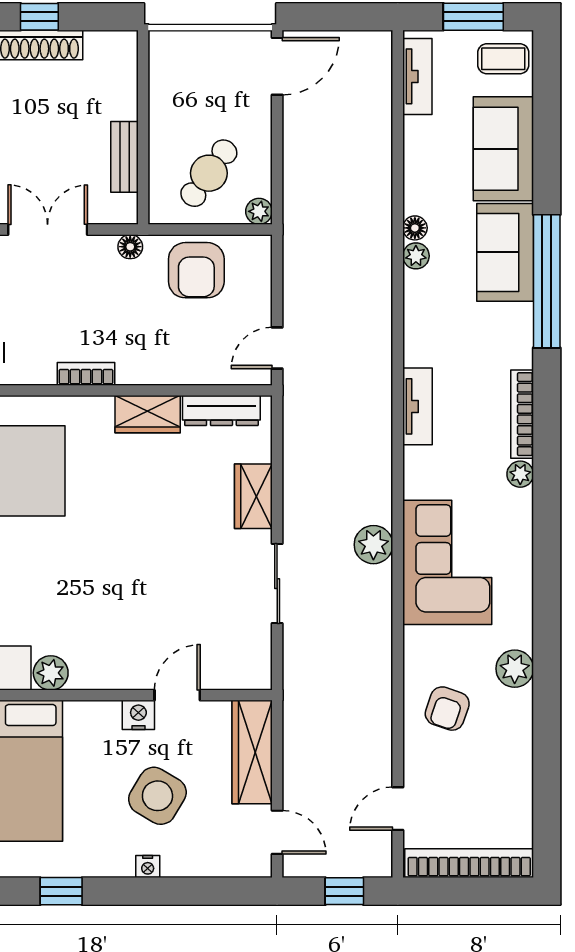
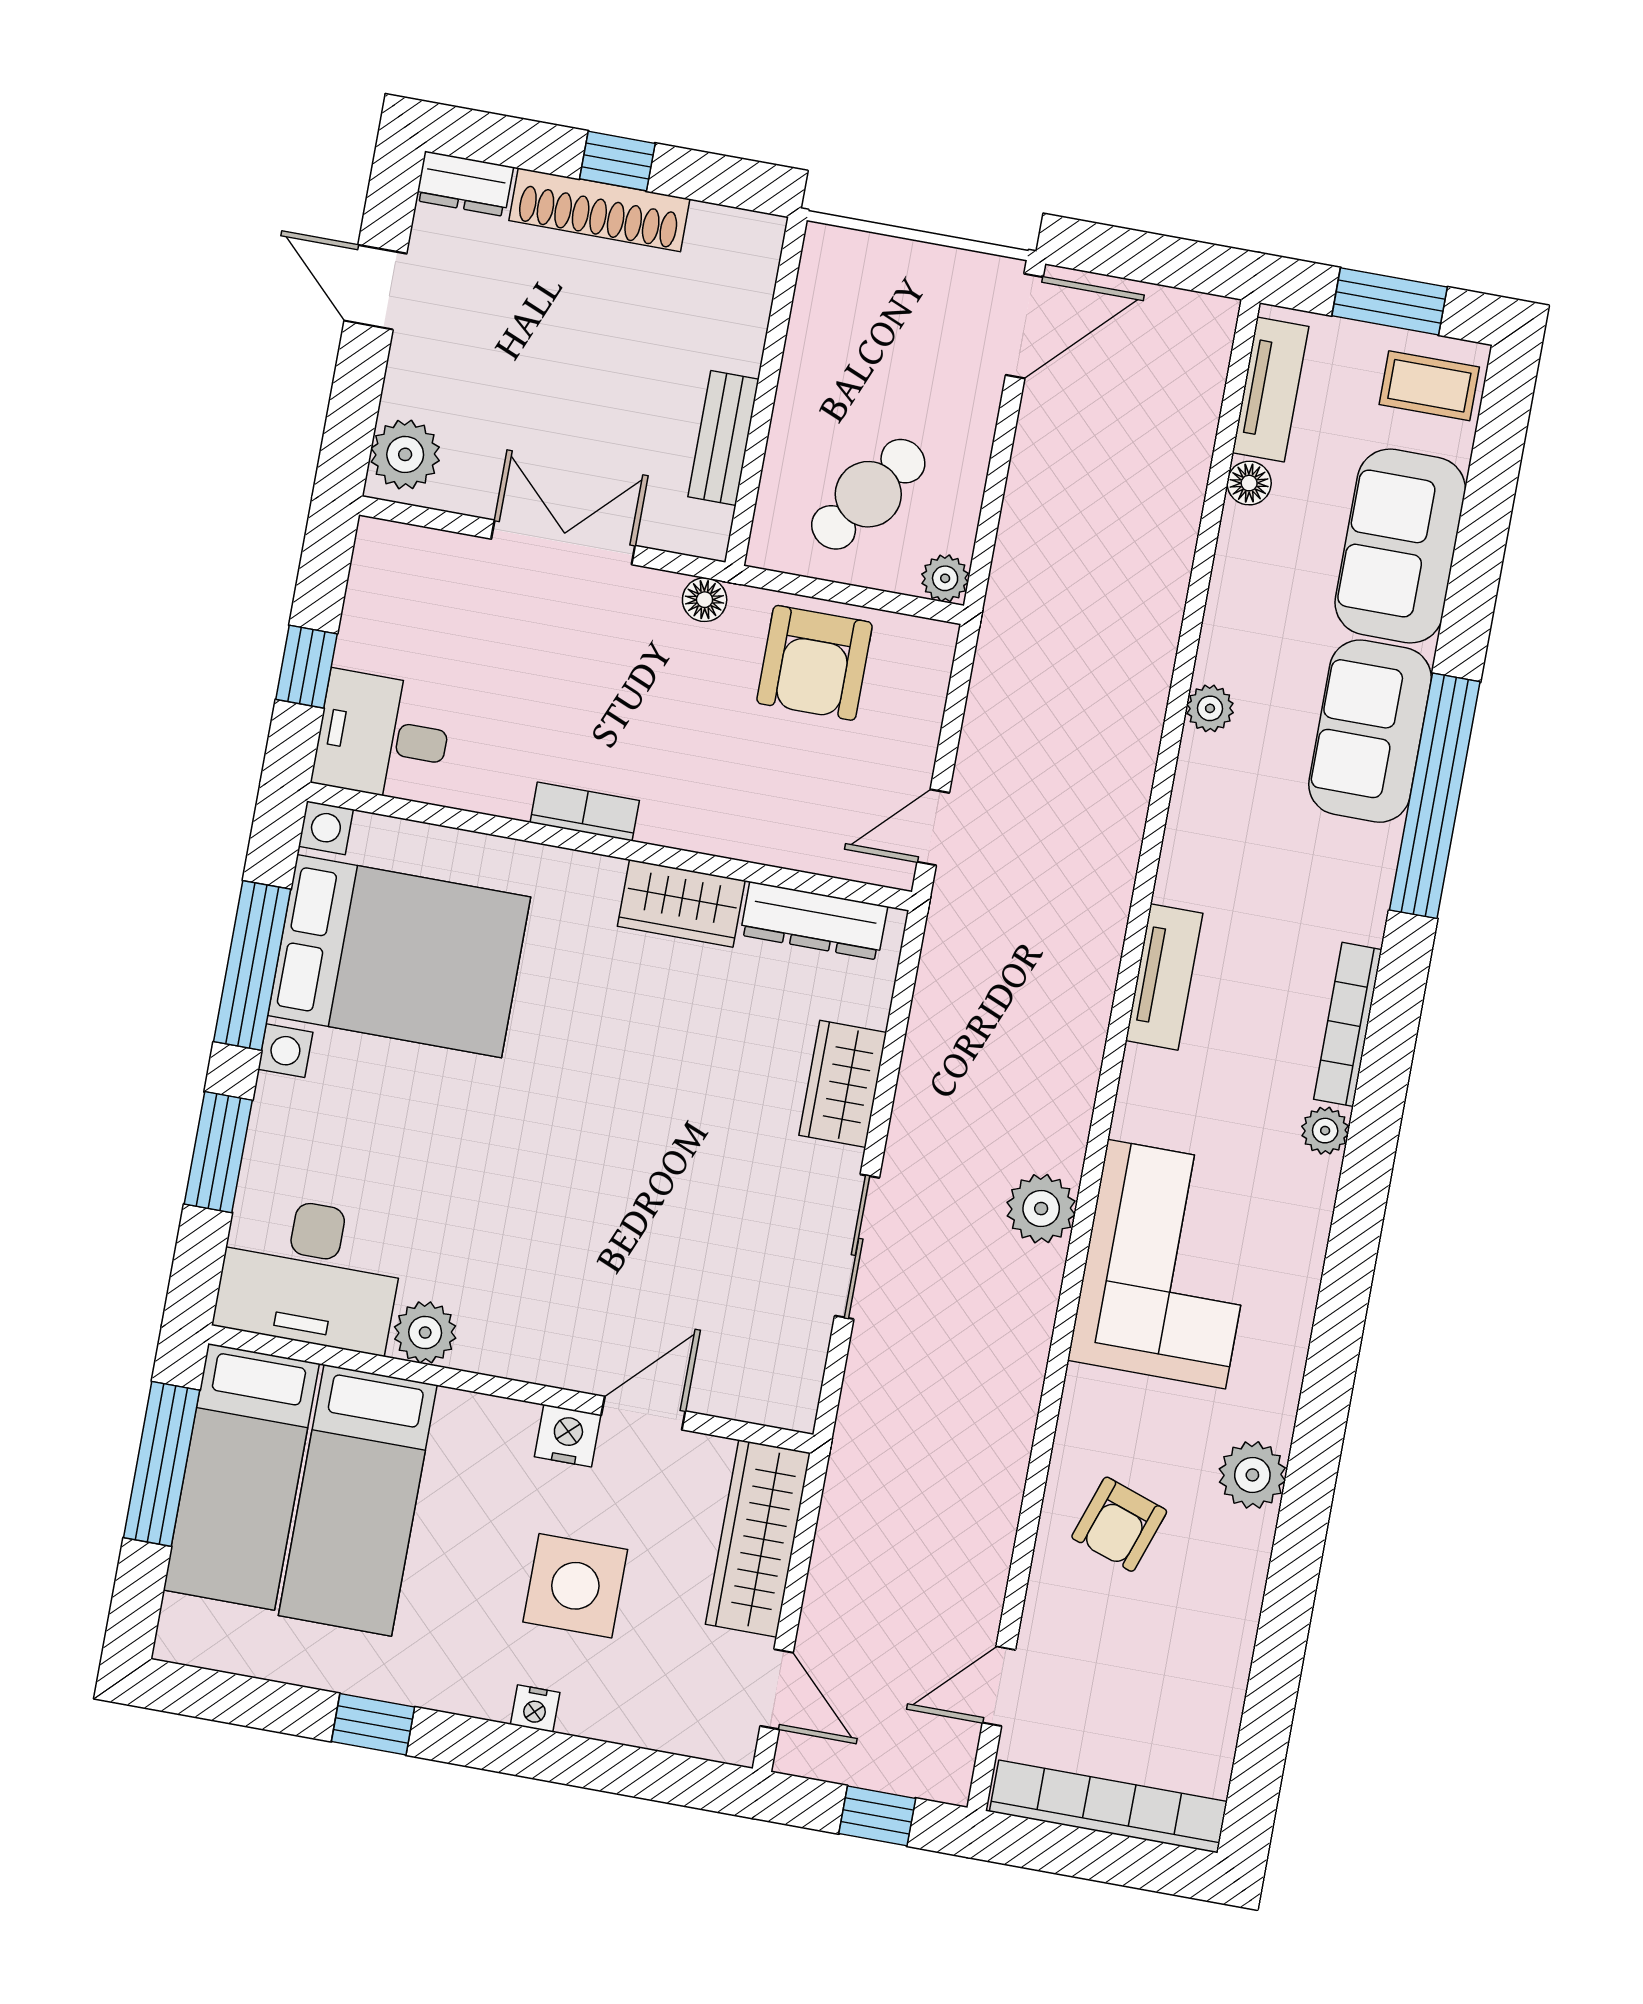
floor lamp: (415, 228) -> (1249, 483), moved
side table: (157, 796) -> (575, 1586), turned -31

